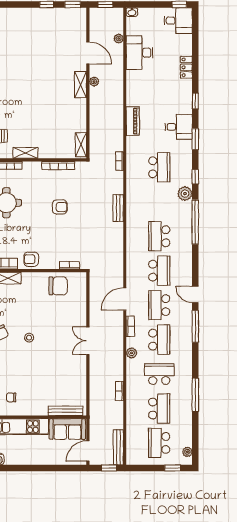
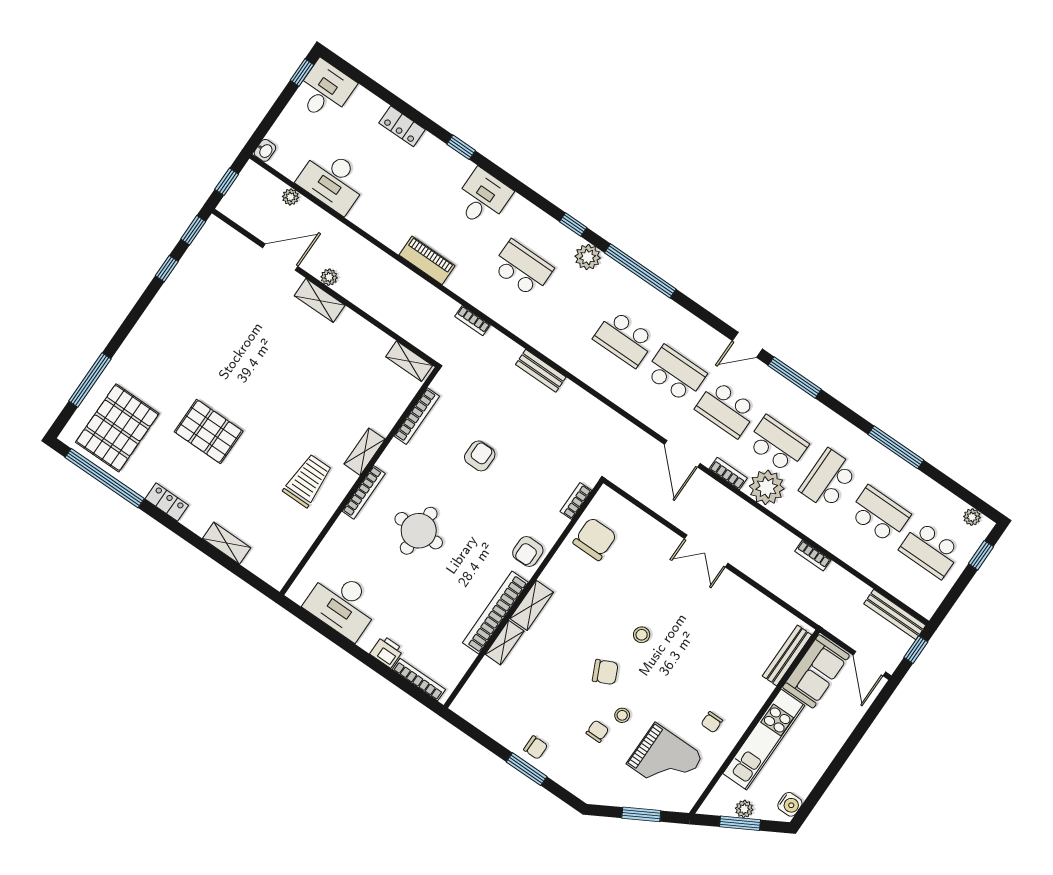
window: (195, 139) -> (517, 186), removed
plant: (131, 353) -> (767, 487), width x1.88, depth x1.88

